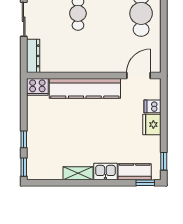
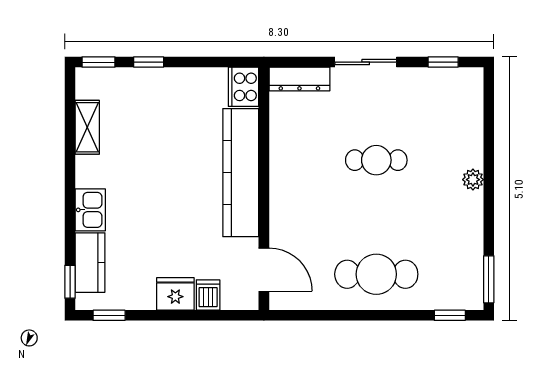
shelving: (78, 173) -> (87, 127), moved

